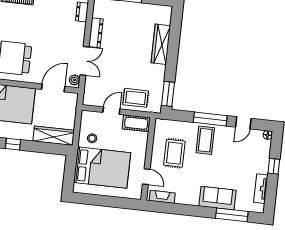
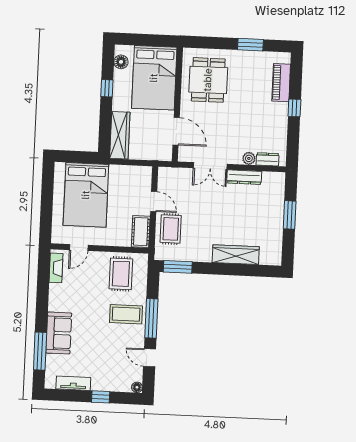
plant: (74, 80) -> (249, 158), moved
stool: (92, 138) -> (120, 181), removed
rug: (174, 153) -> (121, 274), moved, turned 90

